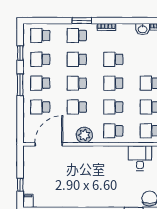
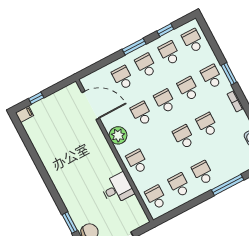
school desk: (113, 107) -> (161, 149), removed
desk: (140, 158) -> (117, 189), moved

